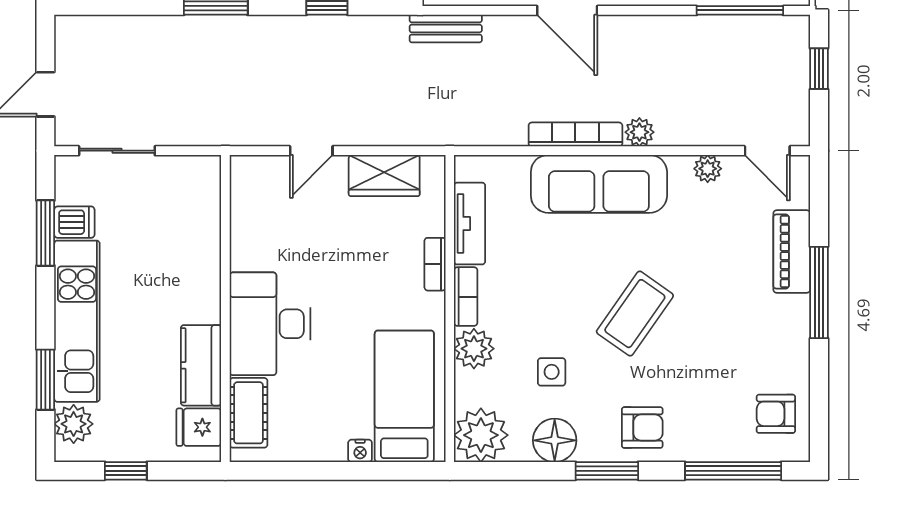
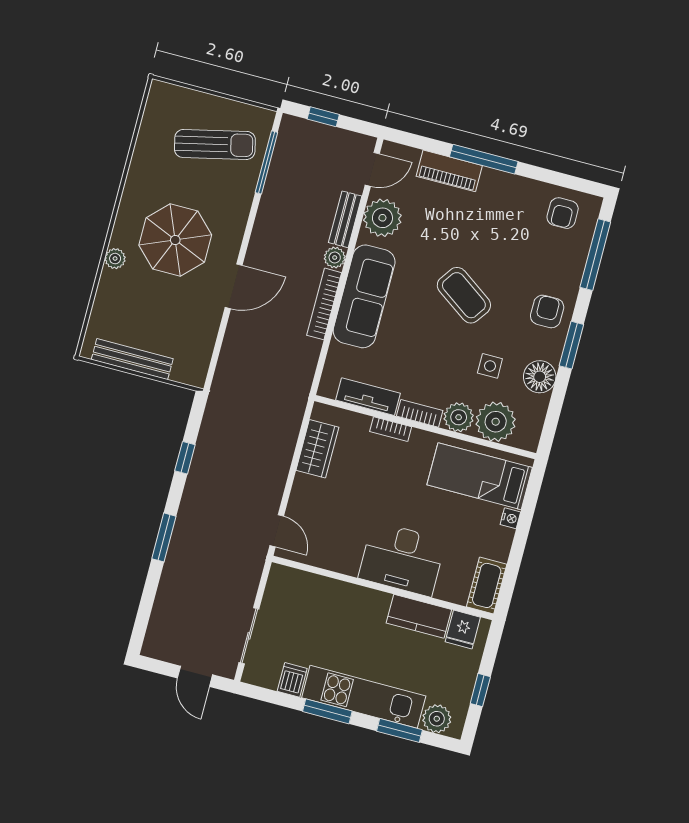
bench: (446, 28) -> (345, 219), moved
door: (311, 151) -> (277, 531), moved
plant: (708, 169) -> (382, 218), width x1.88, depth x1.88
window: (45, 233) -> (327, 711), moved
cot: (248, 413) -> (487, 585), moved, turned 90
plant: (481, 435) -> (496, 422), moved

